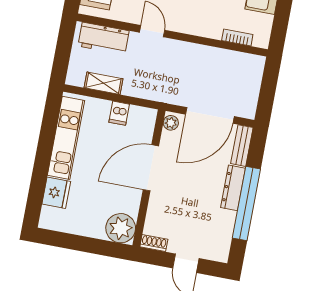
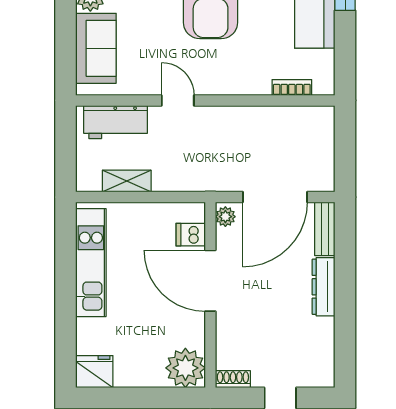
dishwasher: (119, 113) -> (191, 235), moved, turned 90
door: (151, 168) -> (210, 281), hinge flipped
fridge: (56, 193) -> (94, 372), moved, turned -90
window: (246, 204) -> (345, 304), removed

